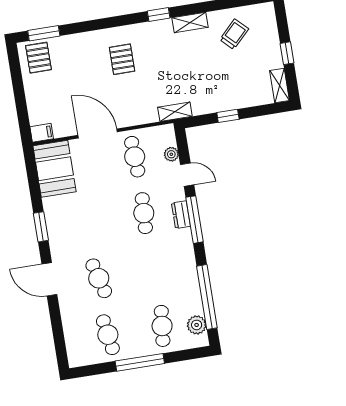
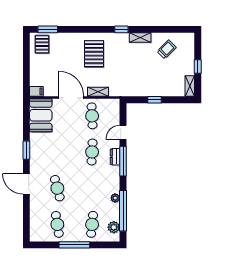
pallet: (122, 59) -> (94, 54), width x1.50, depth x1.42
shelving: (175, 112) -> (98, 92), moved
plant: (171, 154) -> (115, 198), moved
door: (187, 175) -> (123, 132), swing flipped

